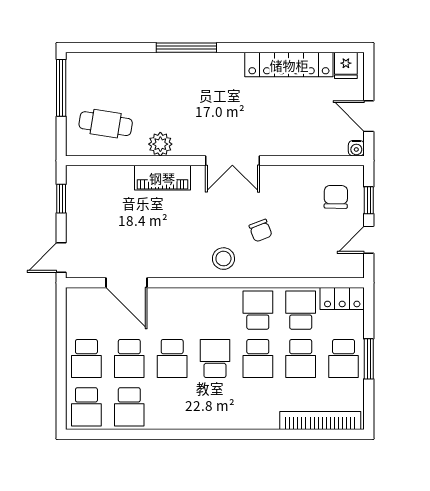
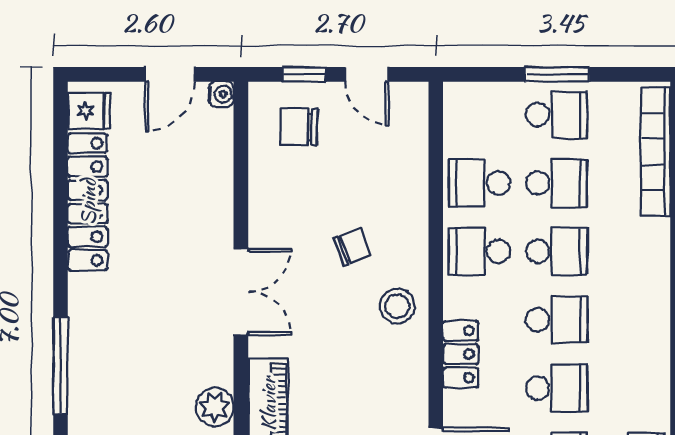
locker: (342, 298) -> (461, 354), moved
school desk: (215, 358) -> (557, 320), turned 180

